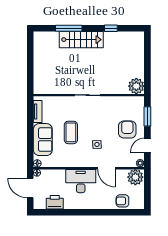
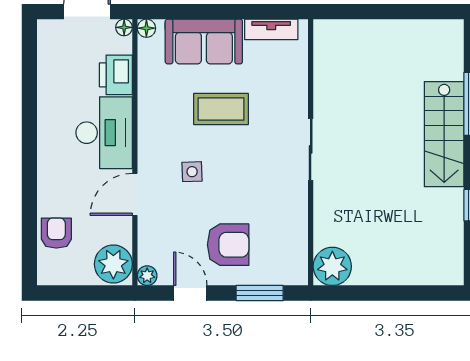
printer: (55, 202) -> (116, 75), moved, turned 180

